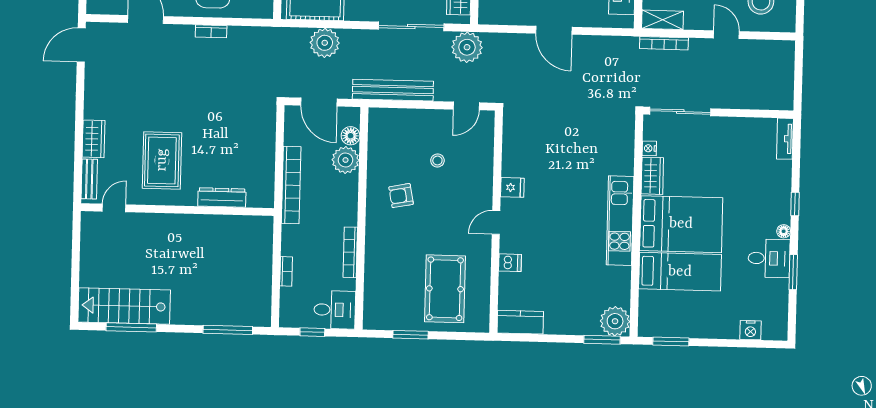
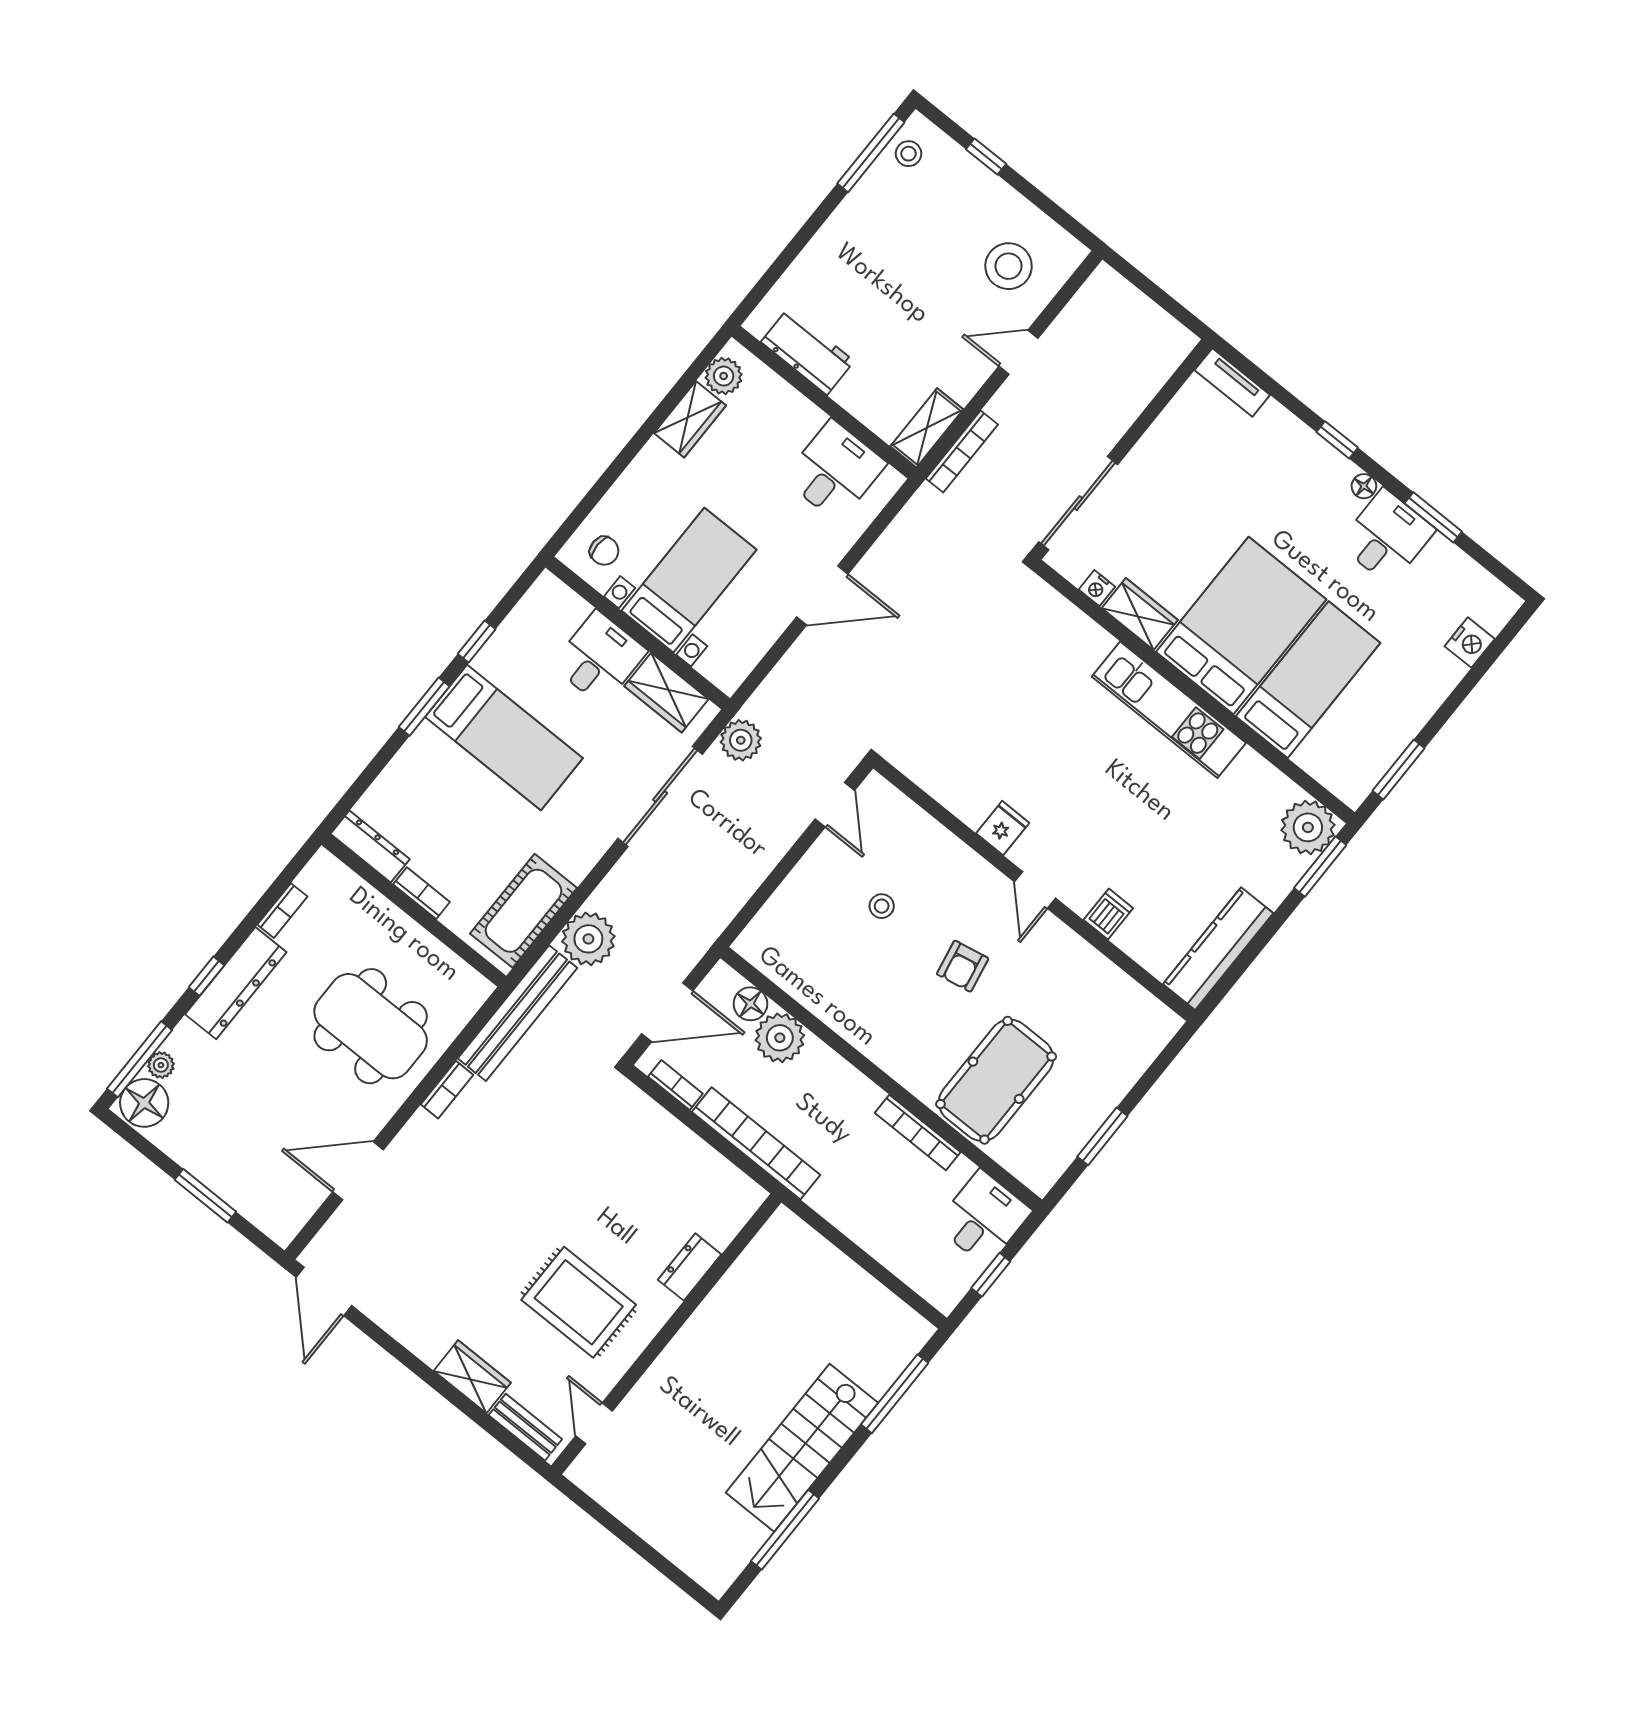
plant: (467, 47) -> (741, 740), width x0.73, depth x0.73
bench: (393, 90) -> (518, 1013), moved
armchair: (401, 196) -> (963, 966), moved
dresser: (222, 198) -> (690, 1267), width x0.70
bookcase: (286, 271) -> (675, 1085), moved
pool table: (445, 289) -> (996, 1080), moved, turned 90
stairs: (124, 306) -> (802, 1448), moved
kitchen counter: (520, 322) -> (1218, 949), width x1.50

